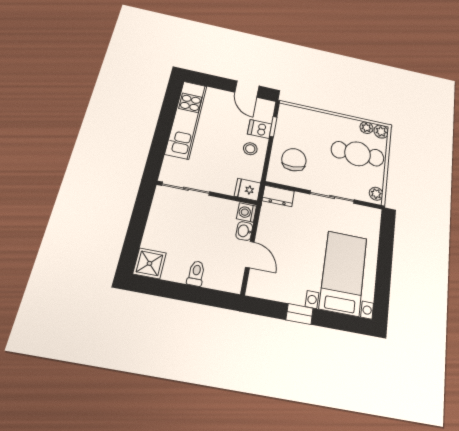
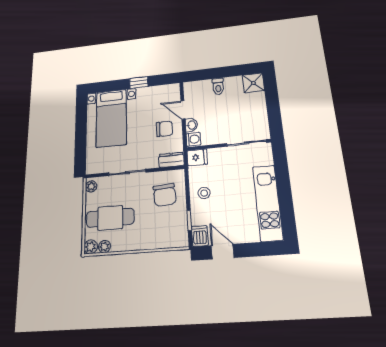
dishwasher: (260, 129) -> (200, 236), moved, turned -90
chair: (278, 237) -> (164, 129), added

